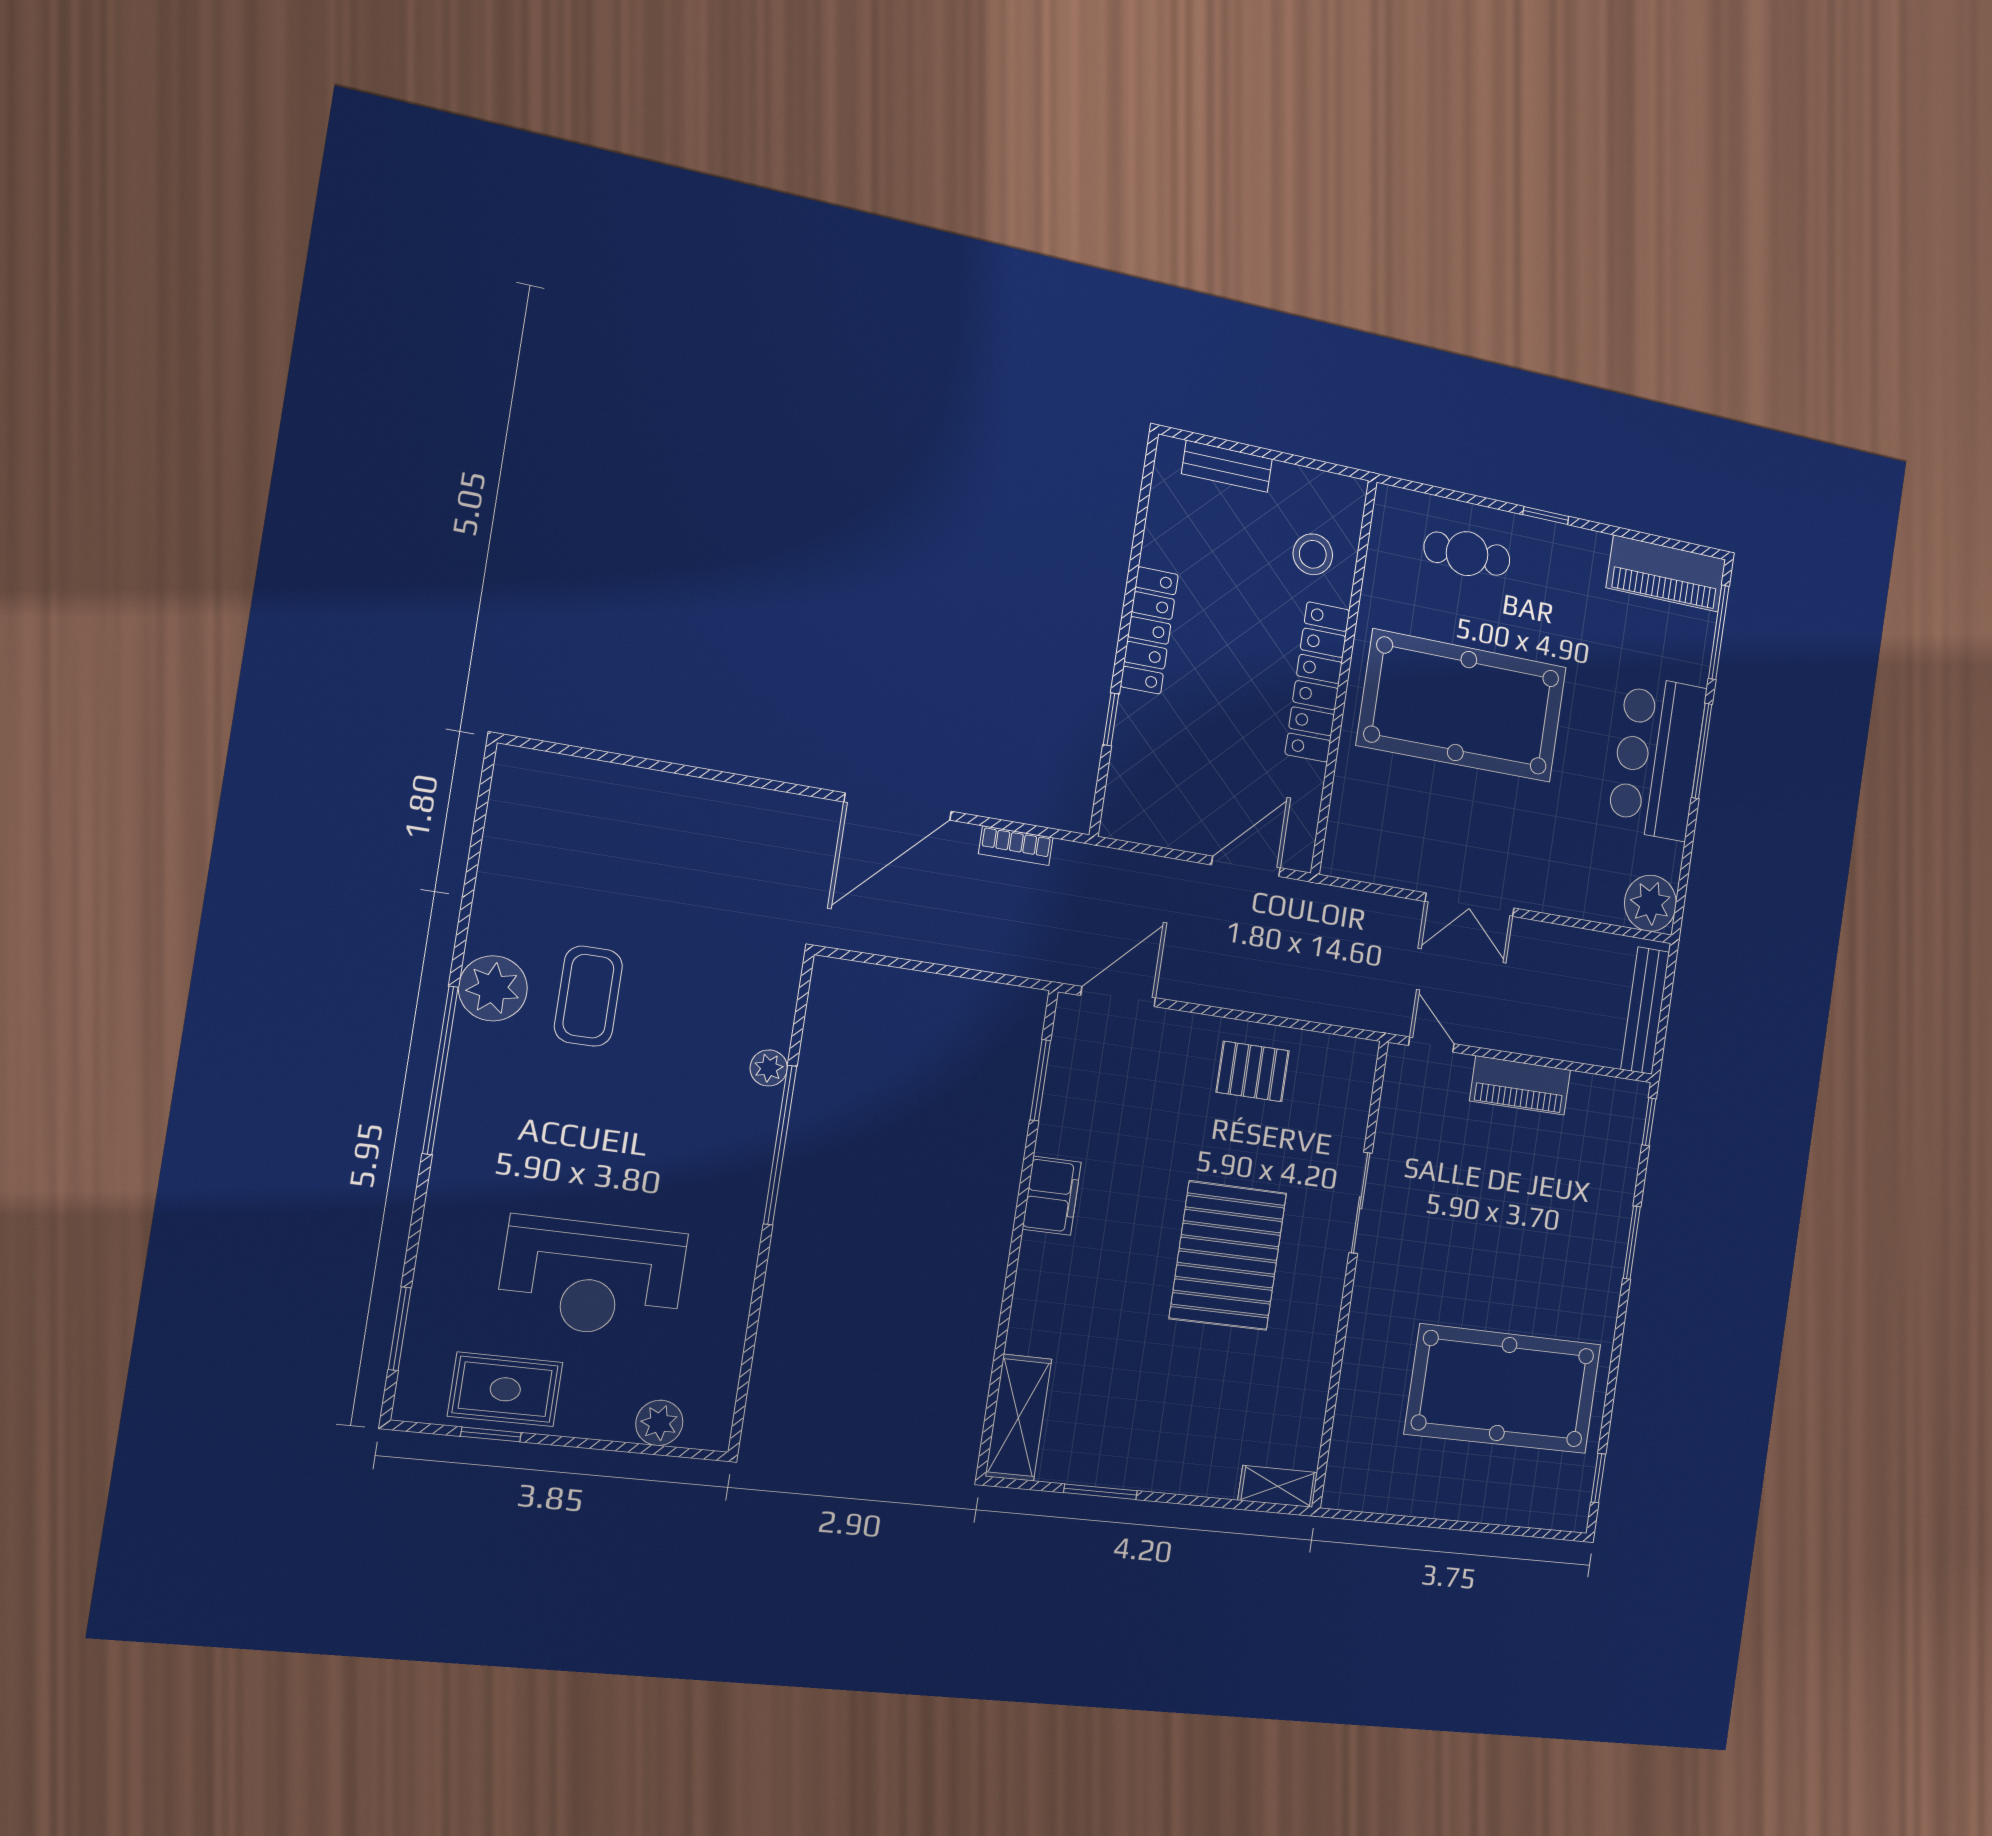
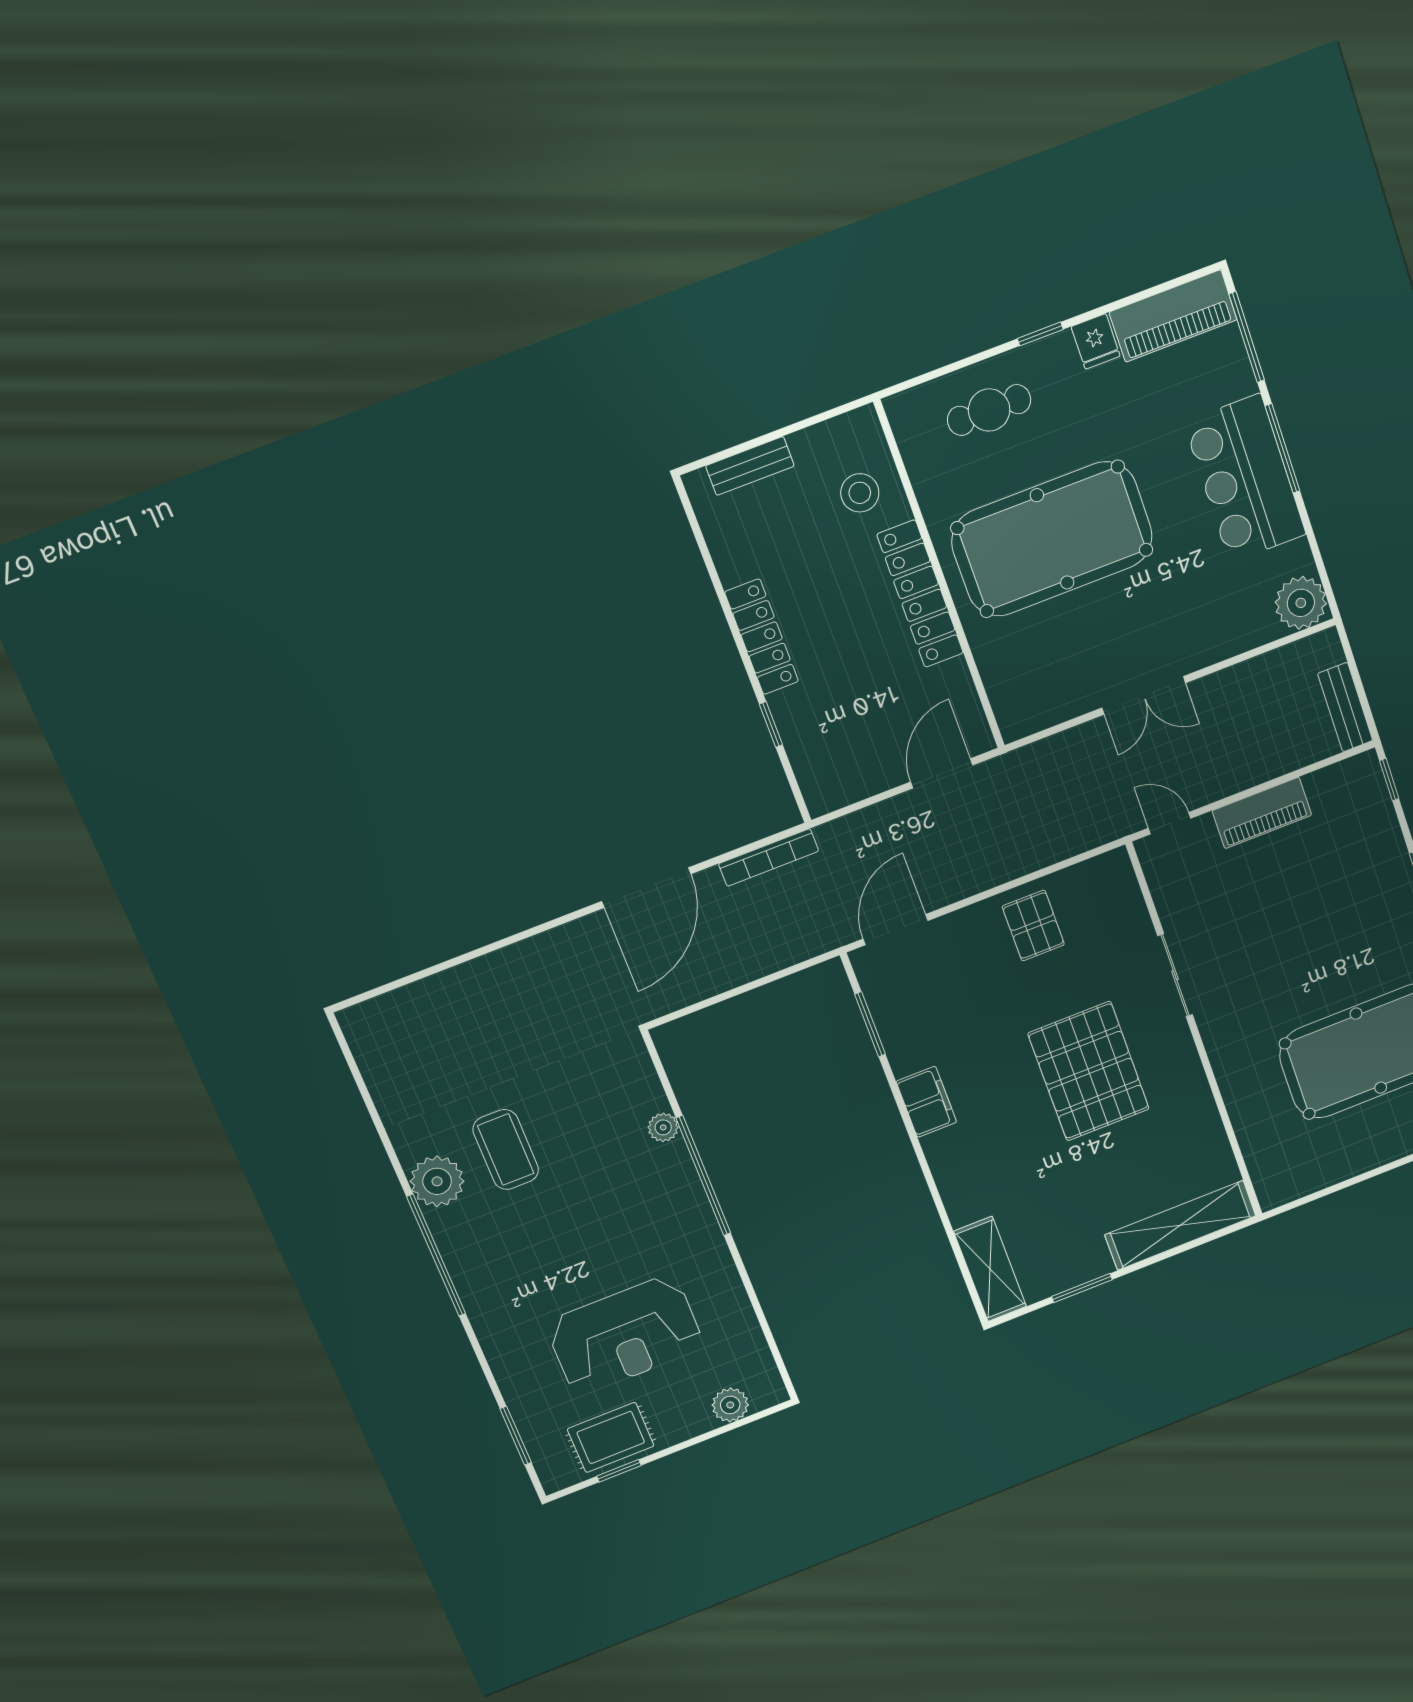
fridge: (1590, 553) -> (1096, 341), added
bookcase: (1016, 846) -> (769, 857), width x1.56
bench: (1645, 1011) -> (1345, 707), width x0.73
pallet: (1253, 1071) -> (1033, 926), turned 90
shelving: (1278, 1486) -> (1180, 1225), width x2.20, depth x1.33

